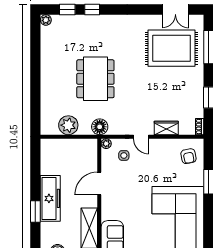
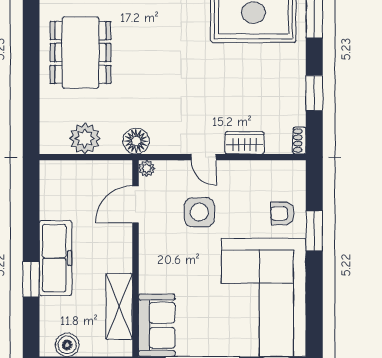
dining table: (95, 79) -> (81, 53), moved
side table: (124, 155) -> (199, 212), moved, width x1.87, depth x1.87
armchair: (188, 156) -> (282, 214), moved, turned 101
door: (99, 183) -> (135, 204), moved

